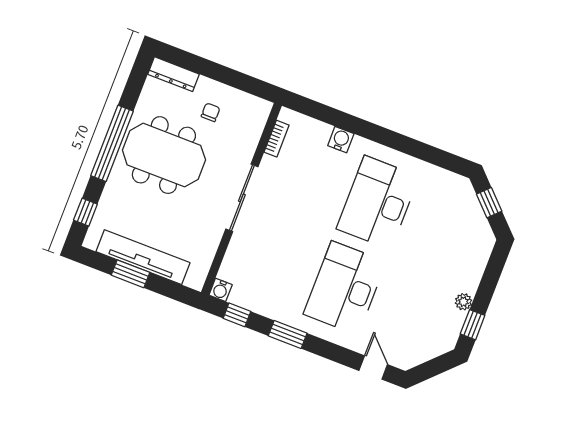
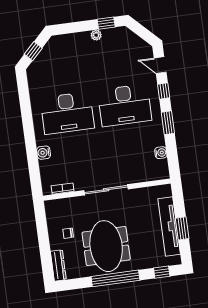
water cooler: (221, 290) -> (161, 153), moved
window: (237, 315) -> (164, 91), moved
door: (373, 367) -> (160, 65), hinge flipped

